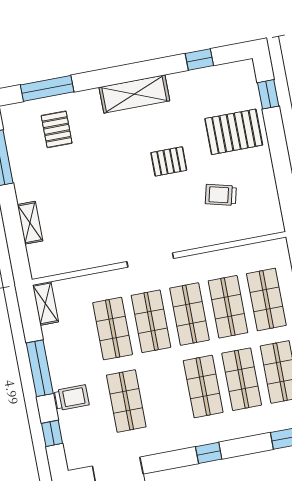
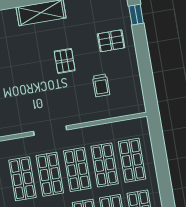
pallet: (234, 132) -> (111, 41), width x0.67, depth x0.71
pallet: (169, 161) -> (65, 61), turned 90
trolley: (221, 195) -> (101, 85), turned -104

